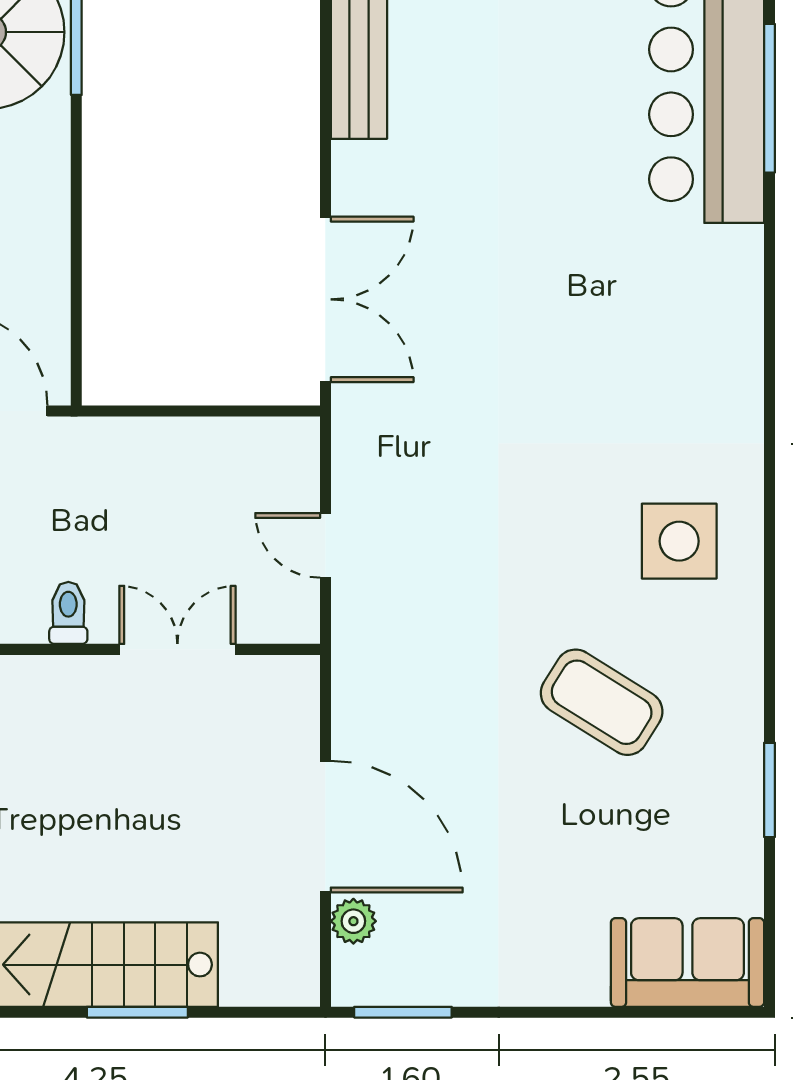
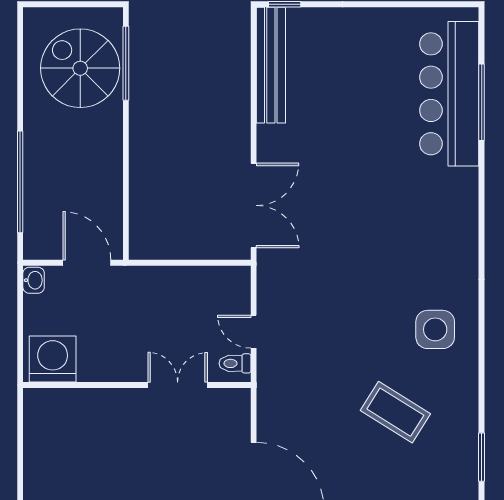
toilet: (68, 613) -> (235, 363), moved, turned -90

